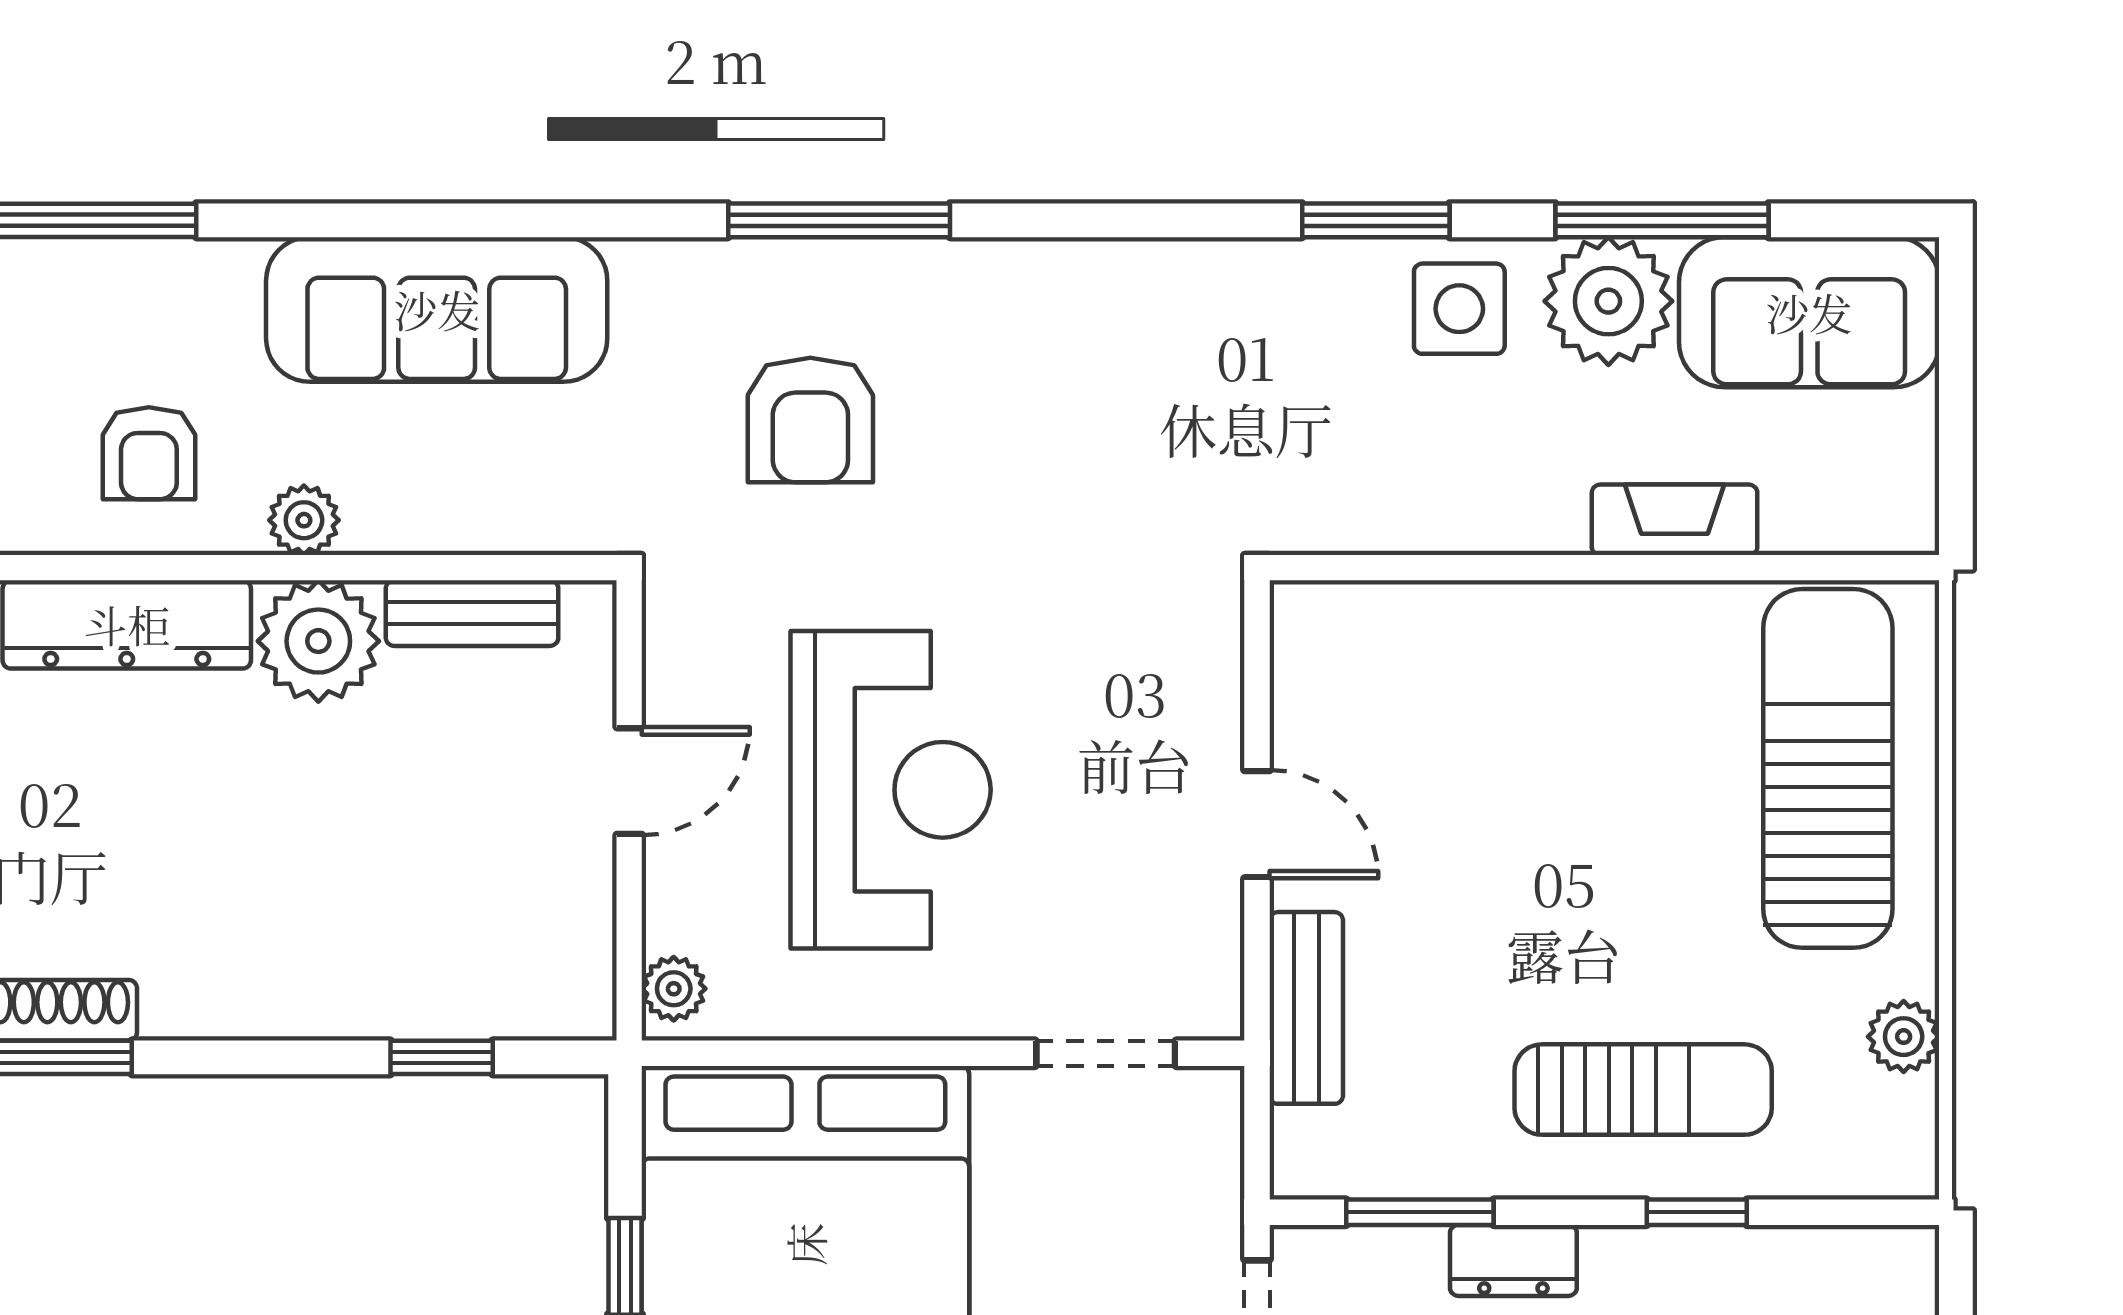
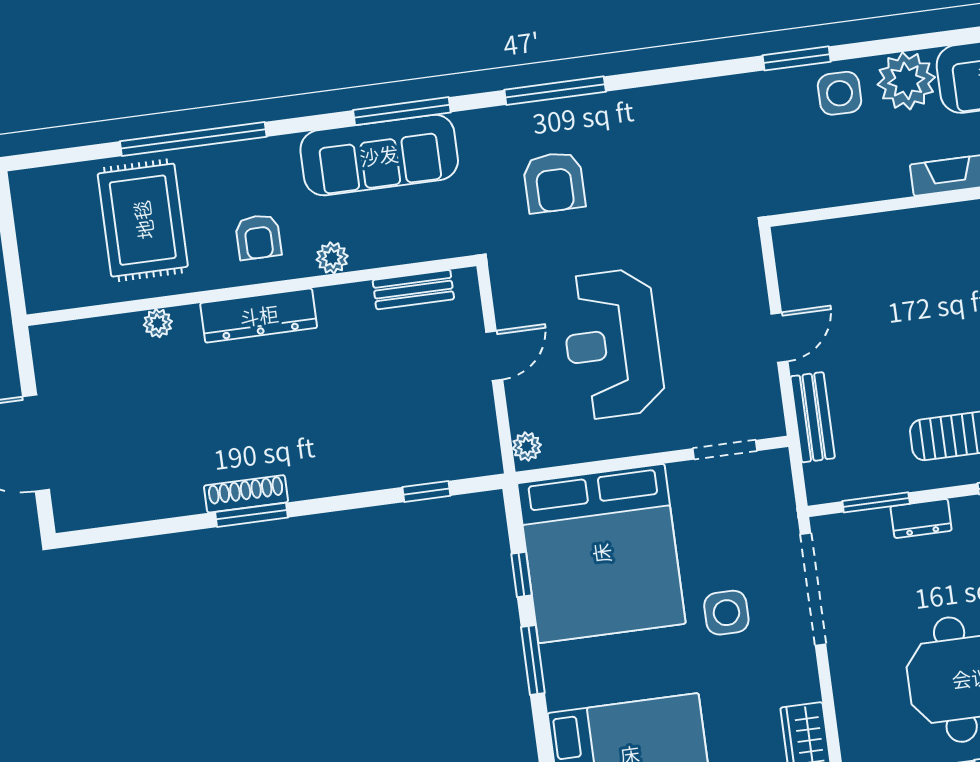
window: (1662, 220) -> (402, 111), moved
plant: (318, 641) -> (346, 311), removed
reception desk: (891, 790) -> (612, 344), turned 180
door: (1257, 824) -> (779, 337), hinge flipped

